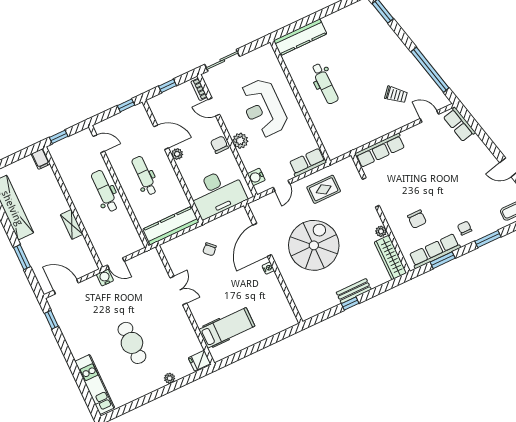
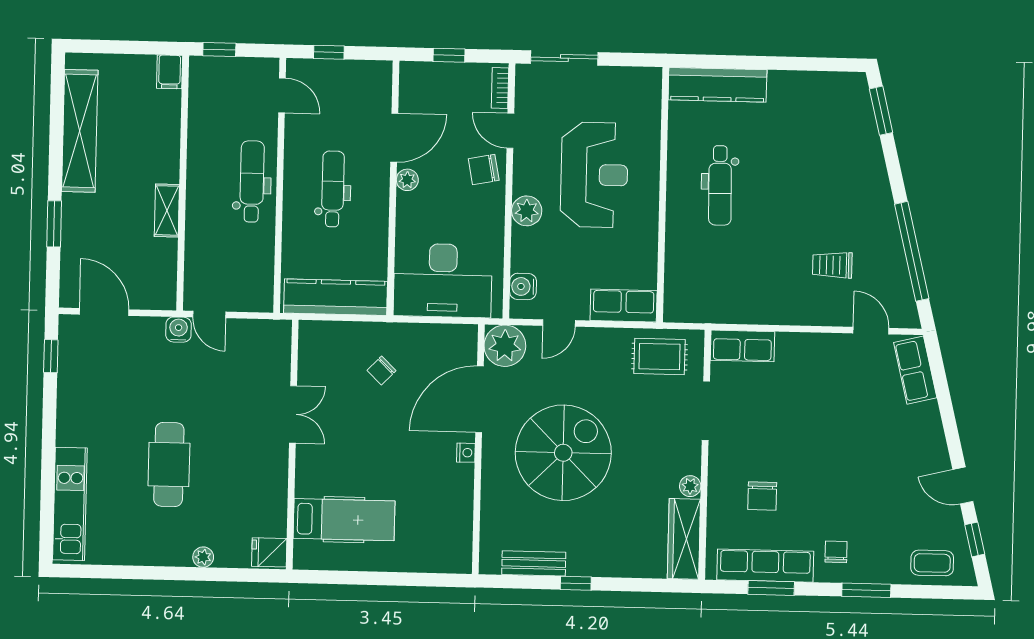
trolley: (396, 95) -> (832, 265), turned 139
window: (126, 105) -> (329, 52), moved
reception desk: (263, 108) -> (594, 175), turned 180
door: (161, 137) -> (394, 138), hinge flipped
chair: (219, 145) -> (484, 170), moved, turned -101
row of seats: (380, 150) -> (742, 346), width x0.68
rug: (324, 189) -> (660, 357), moved
plant: (261, 209) -> (505, 346), added
bench: (354, 291) -> (534, 563), moved

